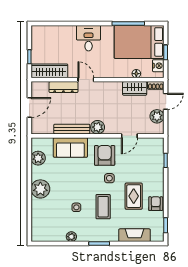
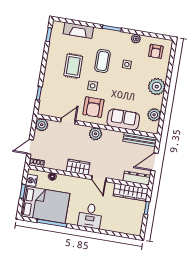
dresser: (63, 87) -> (137, 178), moved
wardrobe: (135, 88) -> (78, 167), moved
plant: (157, 116) -> (42, 125), moved
bench: (72, 129) -> (140, 140), moved
armchair: (156, 204) -> (156, 51), moved

